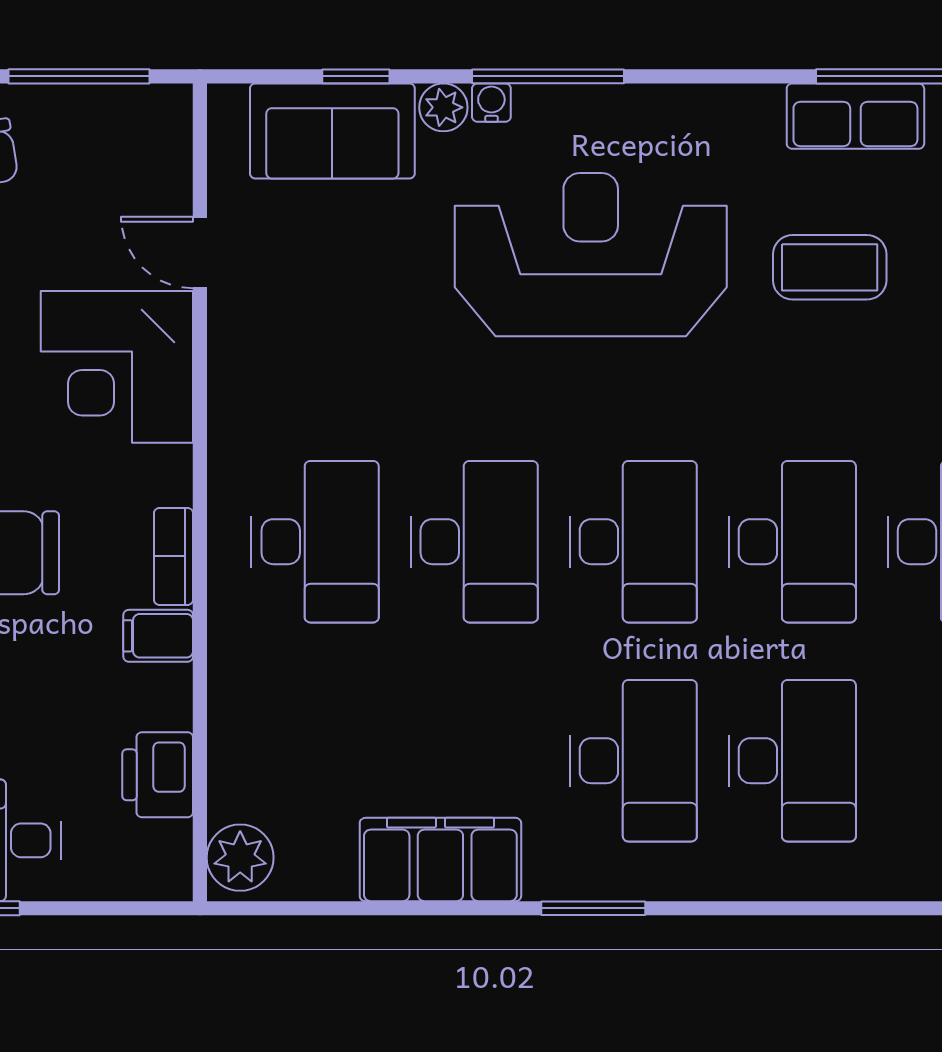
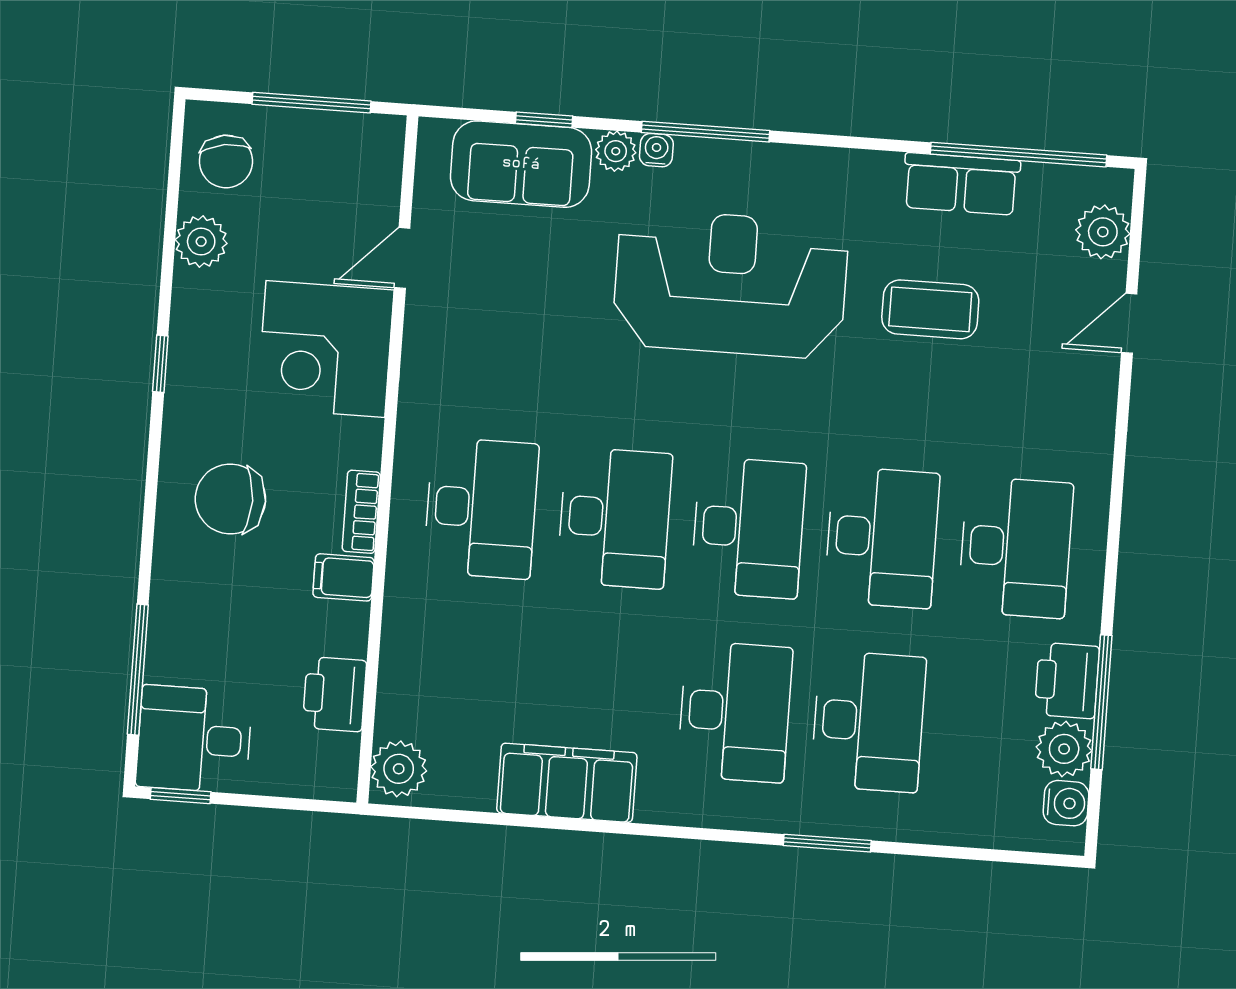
door: (200, 252) -> (402, 258), hinge flipped
window: (593, 908) -> (827, 843), moved

